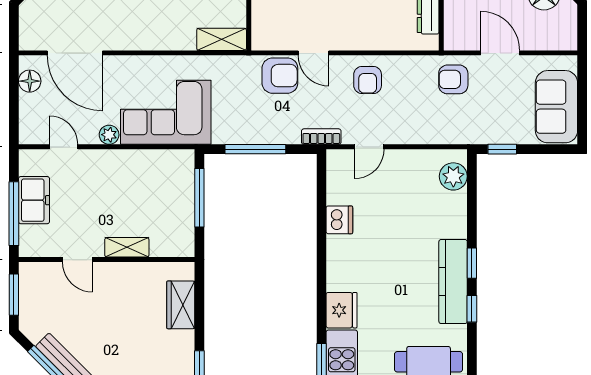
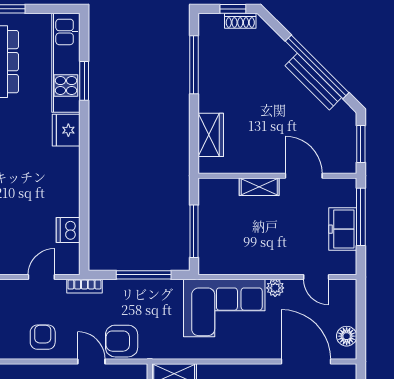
dishwasher: (339, 220) -> (68, 230), moved
door: (77, 260) -> (304, 176), width x1.38

